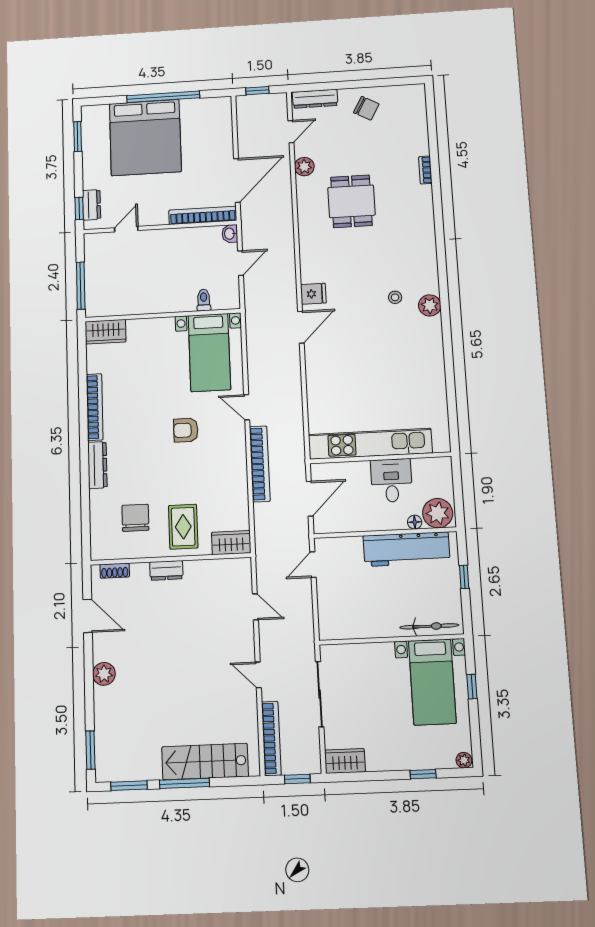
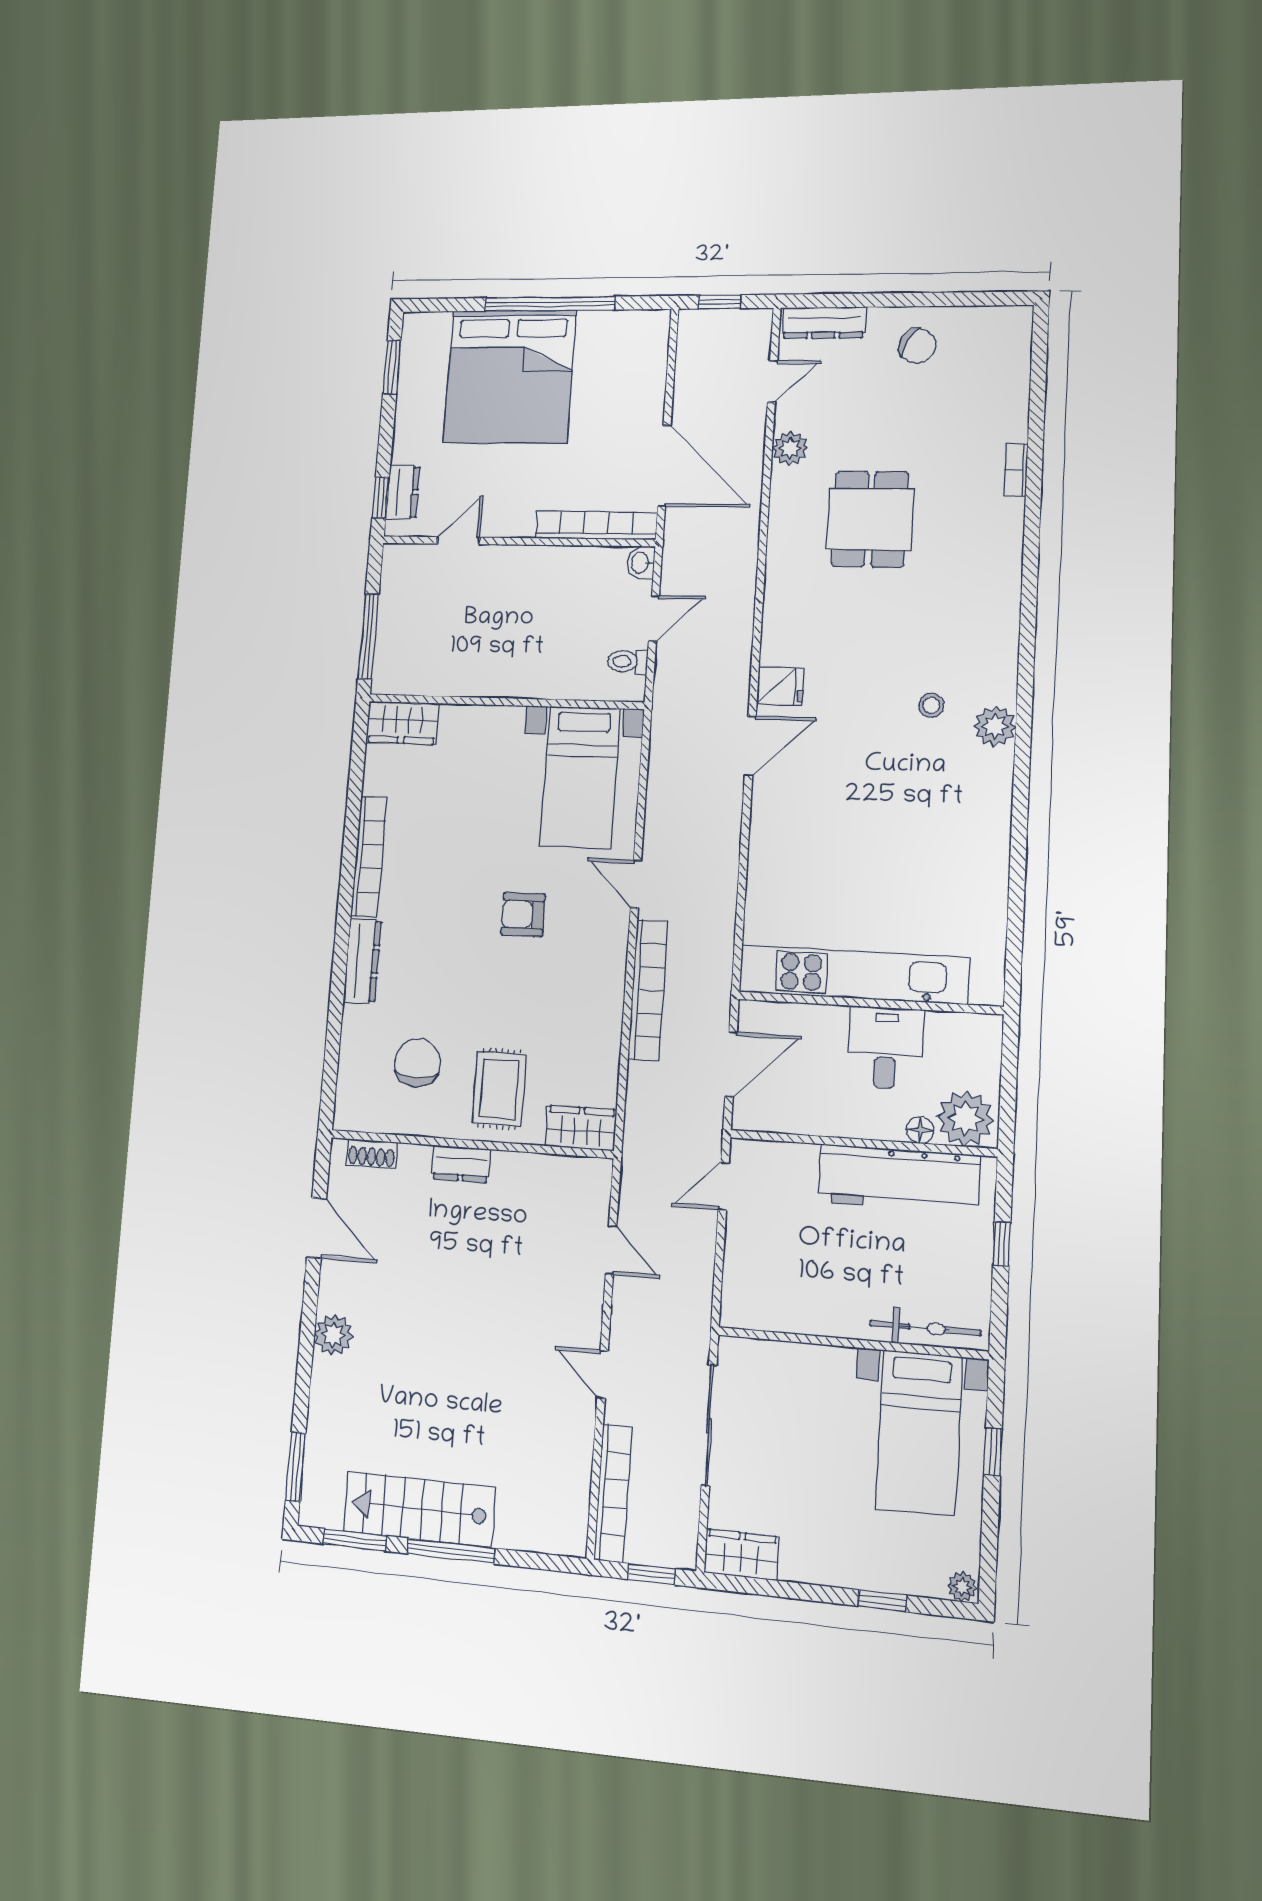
door: (237, 180) -> (664, 466), hinge flipped
toilet: (204, 300) -> (627, 661), moved, turned -90
stairs: (205, 762) -> (419, 1509), moved

